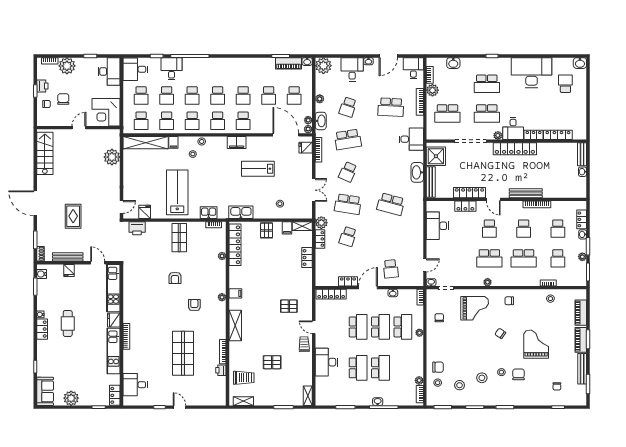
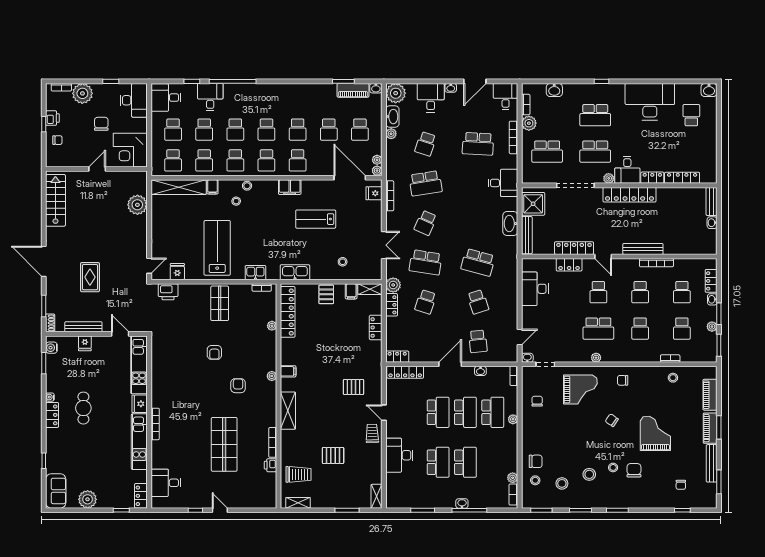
chair: (63, 99) -> (101, 124), moved
washbasin: (321, 121) -> (392, 117), moved
school desk: (391, 237) -> (478, 302), added
school desk: (524, 258) -> (640, 329), width x0.54
locker: (348, 281) -> (397, 357), moved

